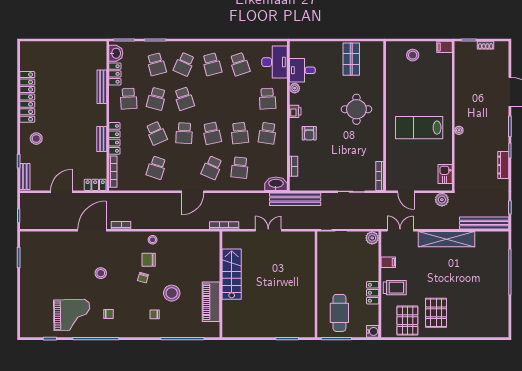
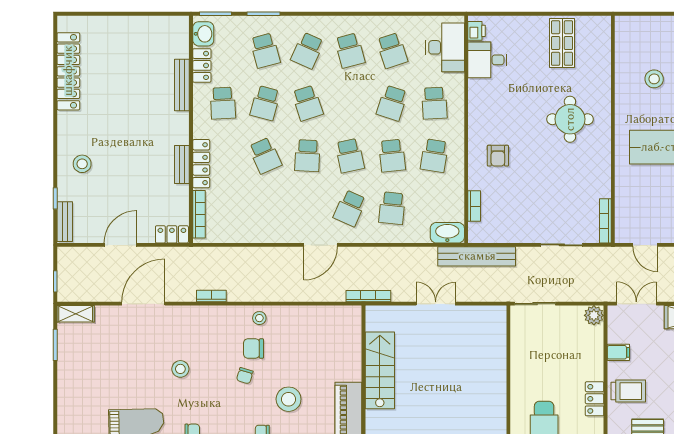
stool: (413, 55) -> (654, 79), moved
plant: (295, 88) -> (476, 87), removed
locker: (27, 97) -> (68, 71), moved
printer: (295, 111) -> (477, 31), moved
school desk: (156, 168) -> (392, 103), moved
door: (92, 230) -> (143, 304), moved
shelving: (32, 237) -> (76, 314), added

